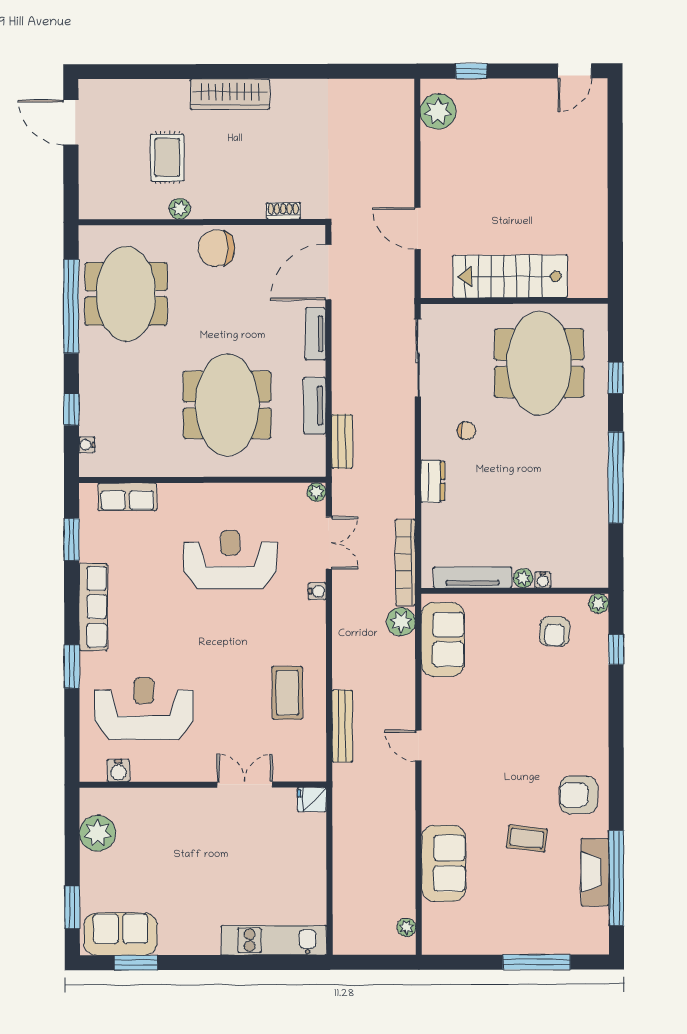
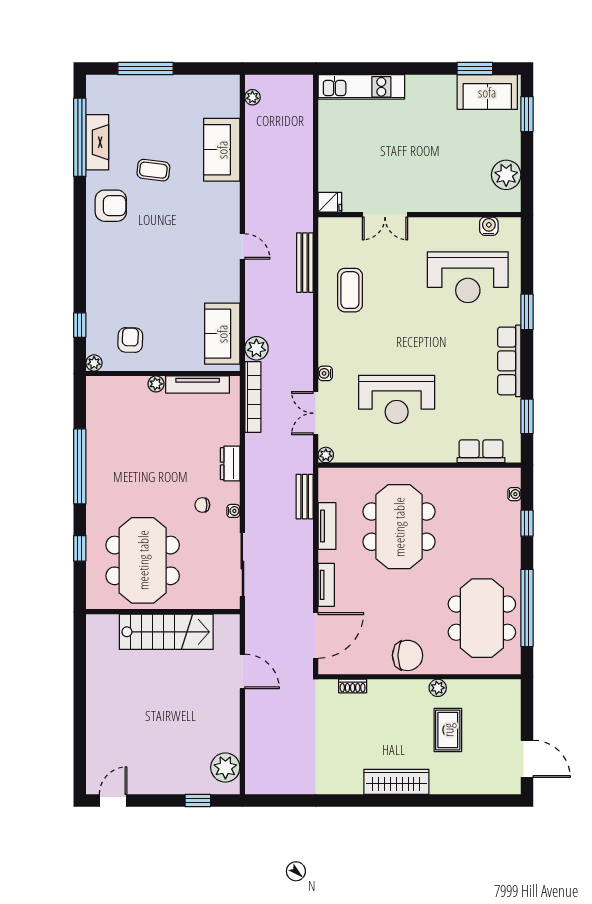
water cooler: (543, 580) -> (233, 511), moved, turned 90

